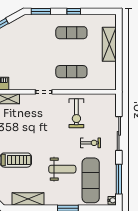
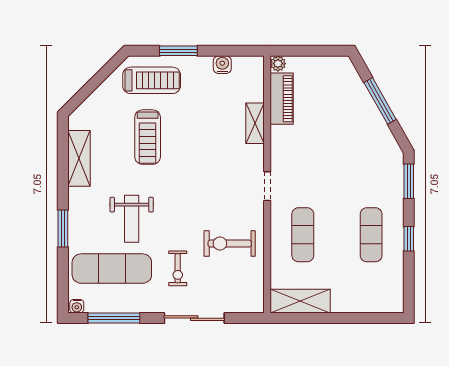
shelving: (109, 44) -> (300, 301), moved

